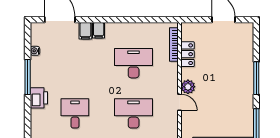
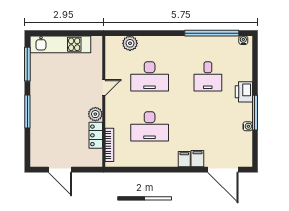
water cooler: (35, 51) -> (248, 126), moved
plant: (188, 87) -> (95, 114), moved
door: (180, 102) -> (104, 88), swing flipped

